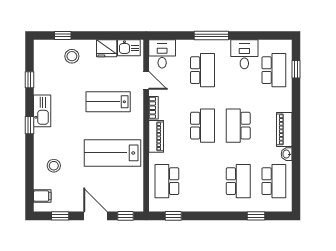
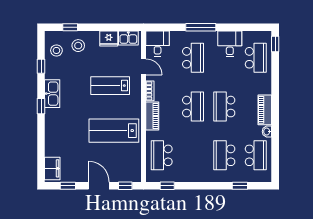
window: (296, 69) -> (275, 44), moved
stool: (54, 166) -> (56, 50), moved
school desk: (238, 181) -> (224, 155), turned 180
filing cabinet: (42, 196) -> (52, 168), width x2.00

